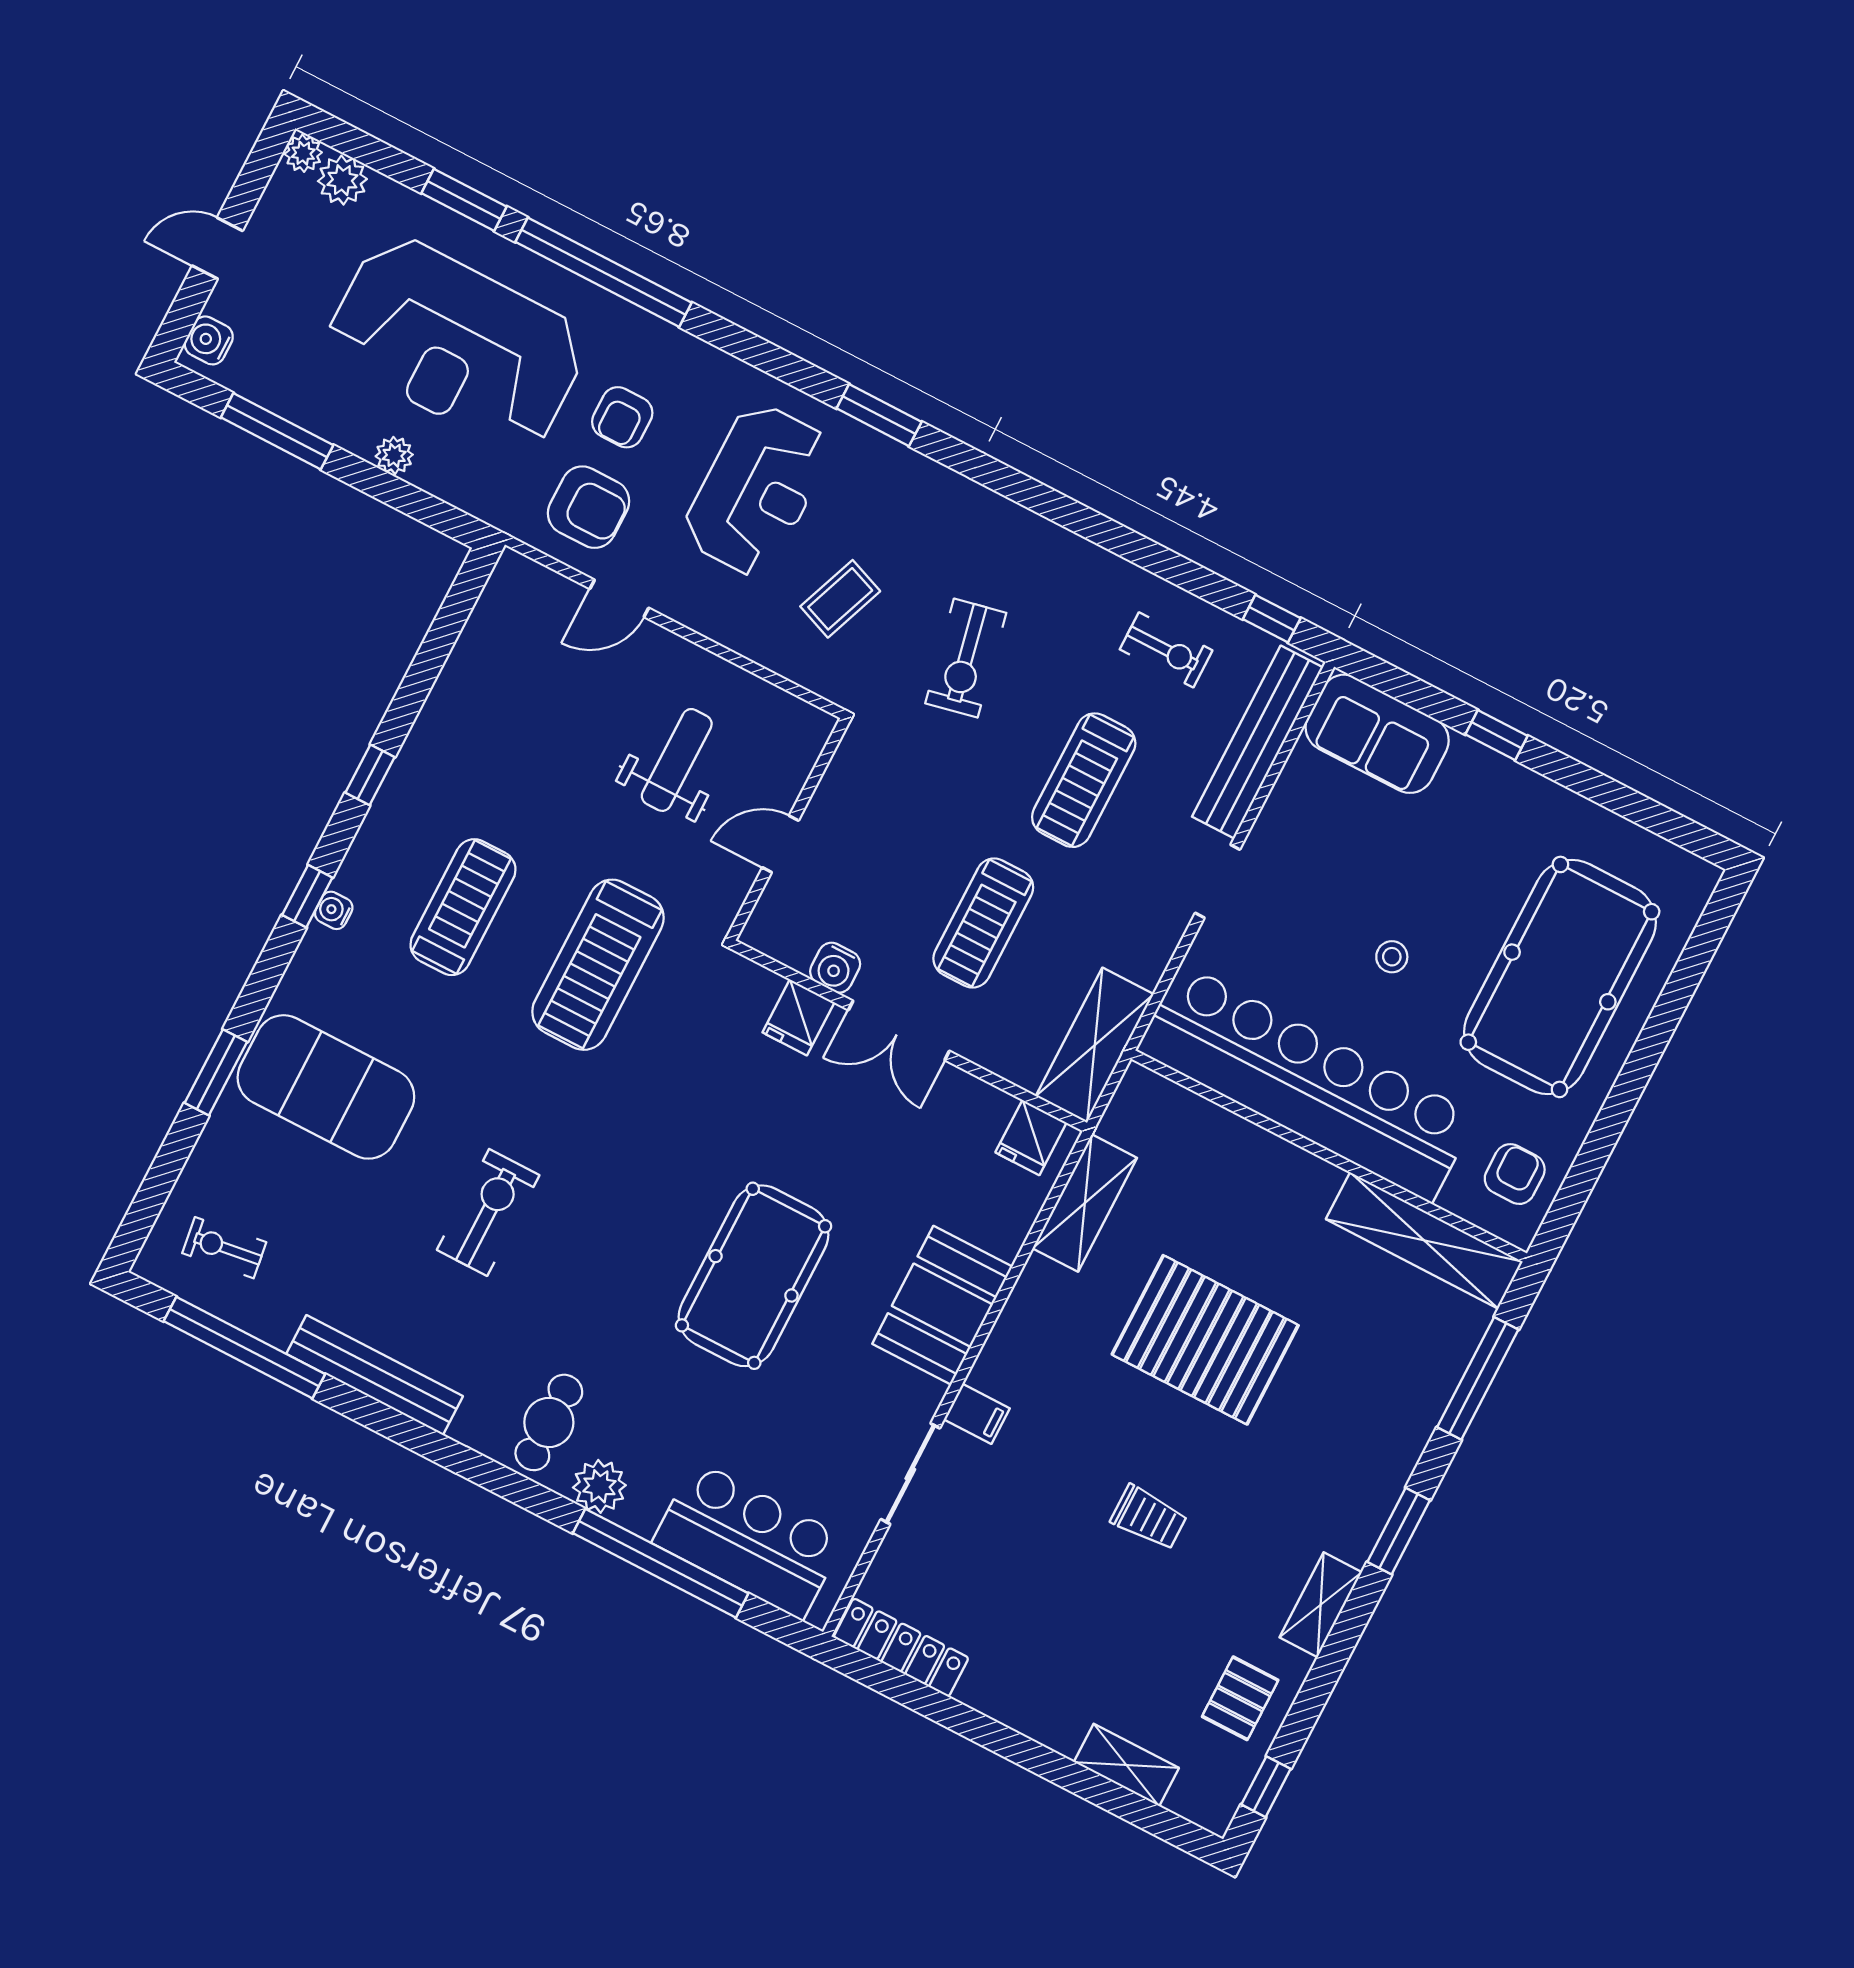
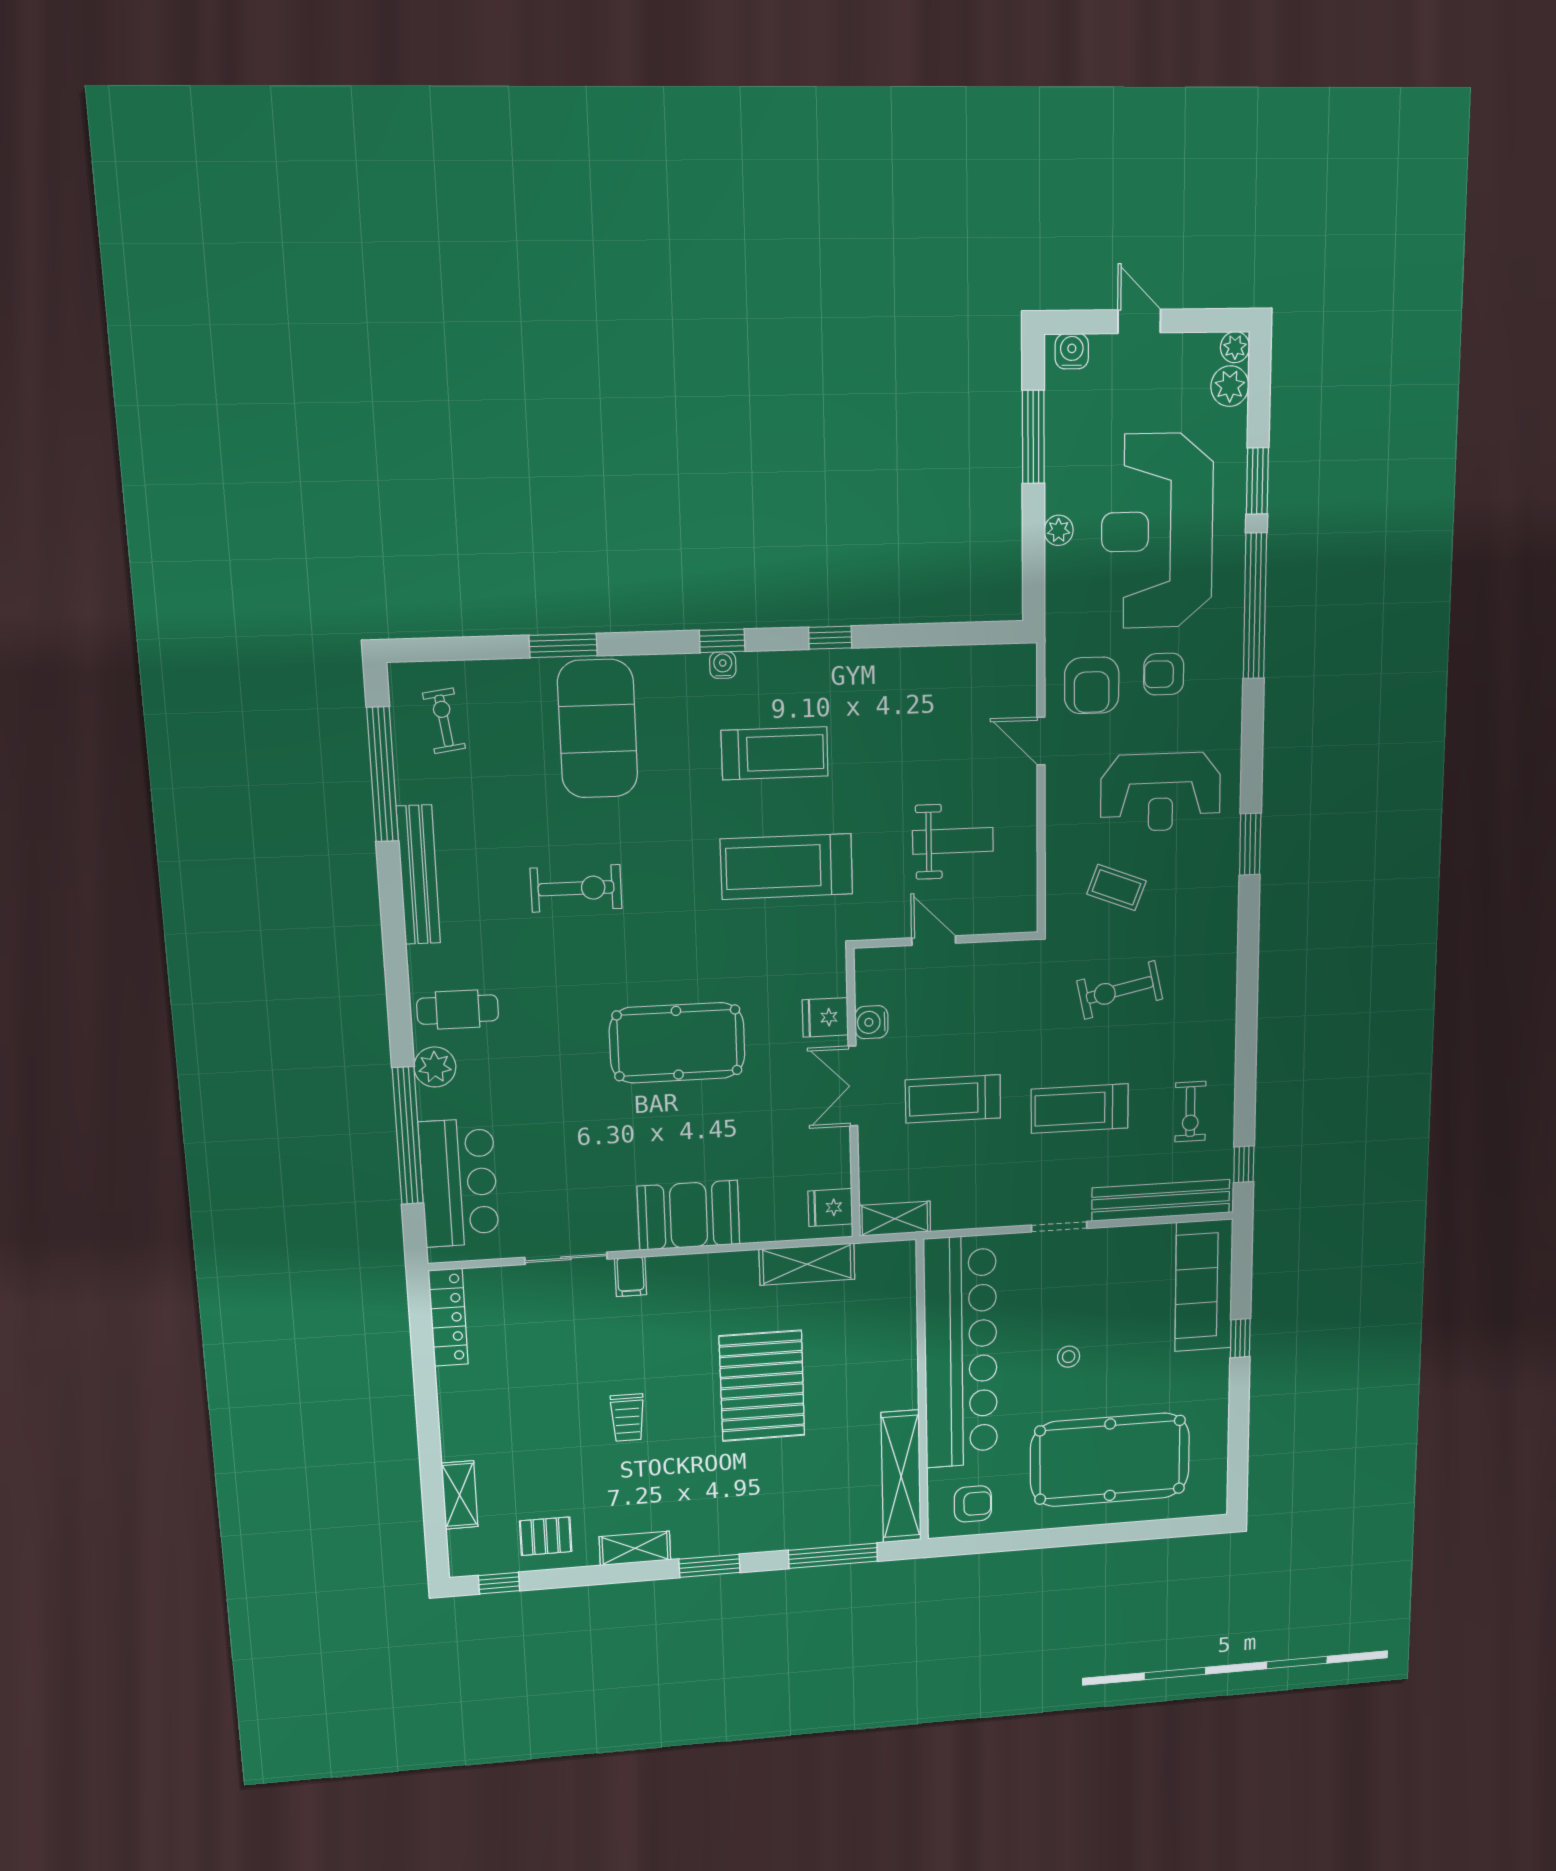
sofa: (1377, 734) -> (1204, 1285), width x1.36
shelving: (1095, 1045) -> (895, 1219), width x0.67, depth x0.75
pool table: (753, 1276) -> (677, 1043), moved

